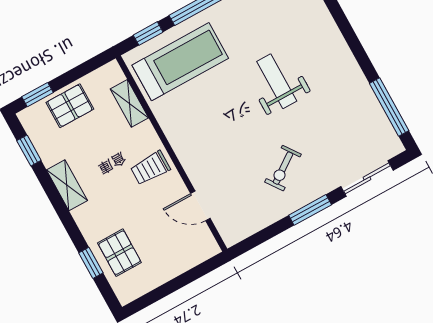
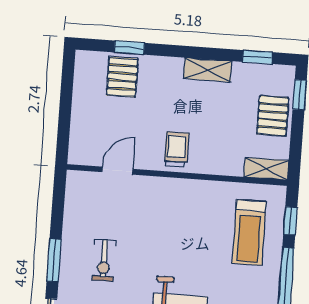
treadmill: (180, 62) -> (249, 232), width x0.73, depth x0.73
shelving: (129, 103) -> (266, 169), moved
exercise bike: (283, 168) -> (104, 260), turned -145
pallet: (119, 253) -> (122, 77), turned 90

